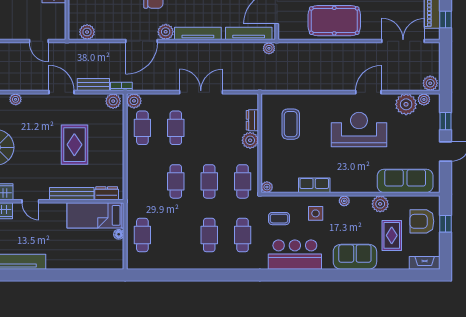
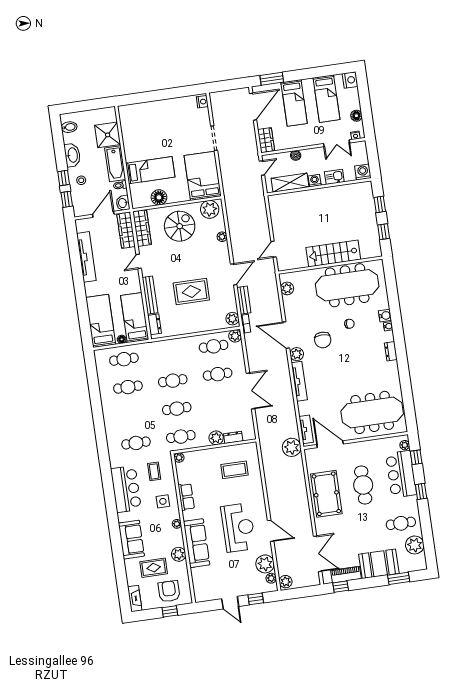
tv unit: (249, 33) -> (306, 429), width x0.71
plant: (269, 48) -> (292, 447), width x1.87, depth x1.87
sofa: (405, 181) -> (197, 543), moved
cafe table: (209, 235) -> (128, 387), moved
bed: (94, 256) -> (101, 321), added

